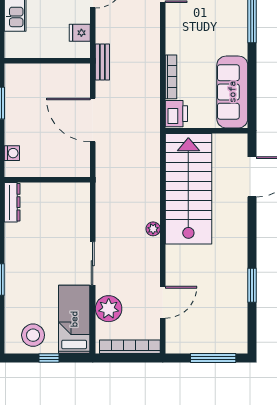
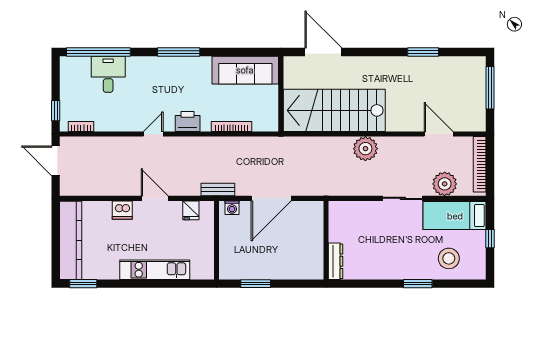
printer: (176, 114) -> (188, 122), moved
washing machine: (12, 153) -> (232, 208), moved, turned 180
dresser: (12, 202) -> (336, 261), moved, turned 90
plant: (153, 229) -> (365, 149), width x1.88, depth x1.88
stool: (33, 335) -> (449, 258), moved

